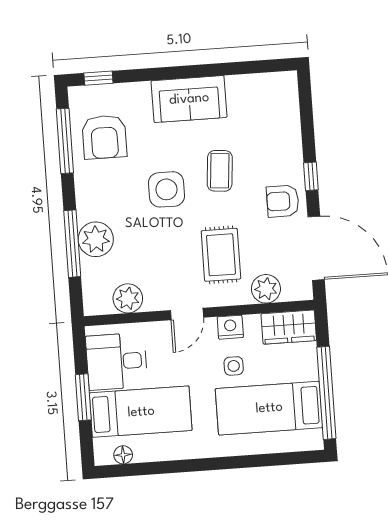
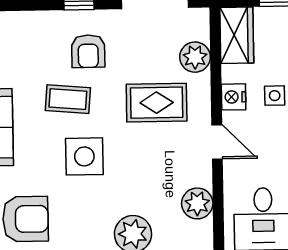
armchair: (283, 201) -> (88, 51), moved

